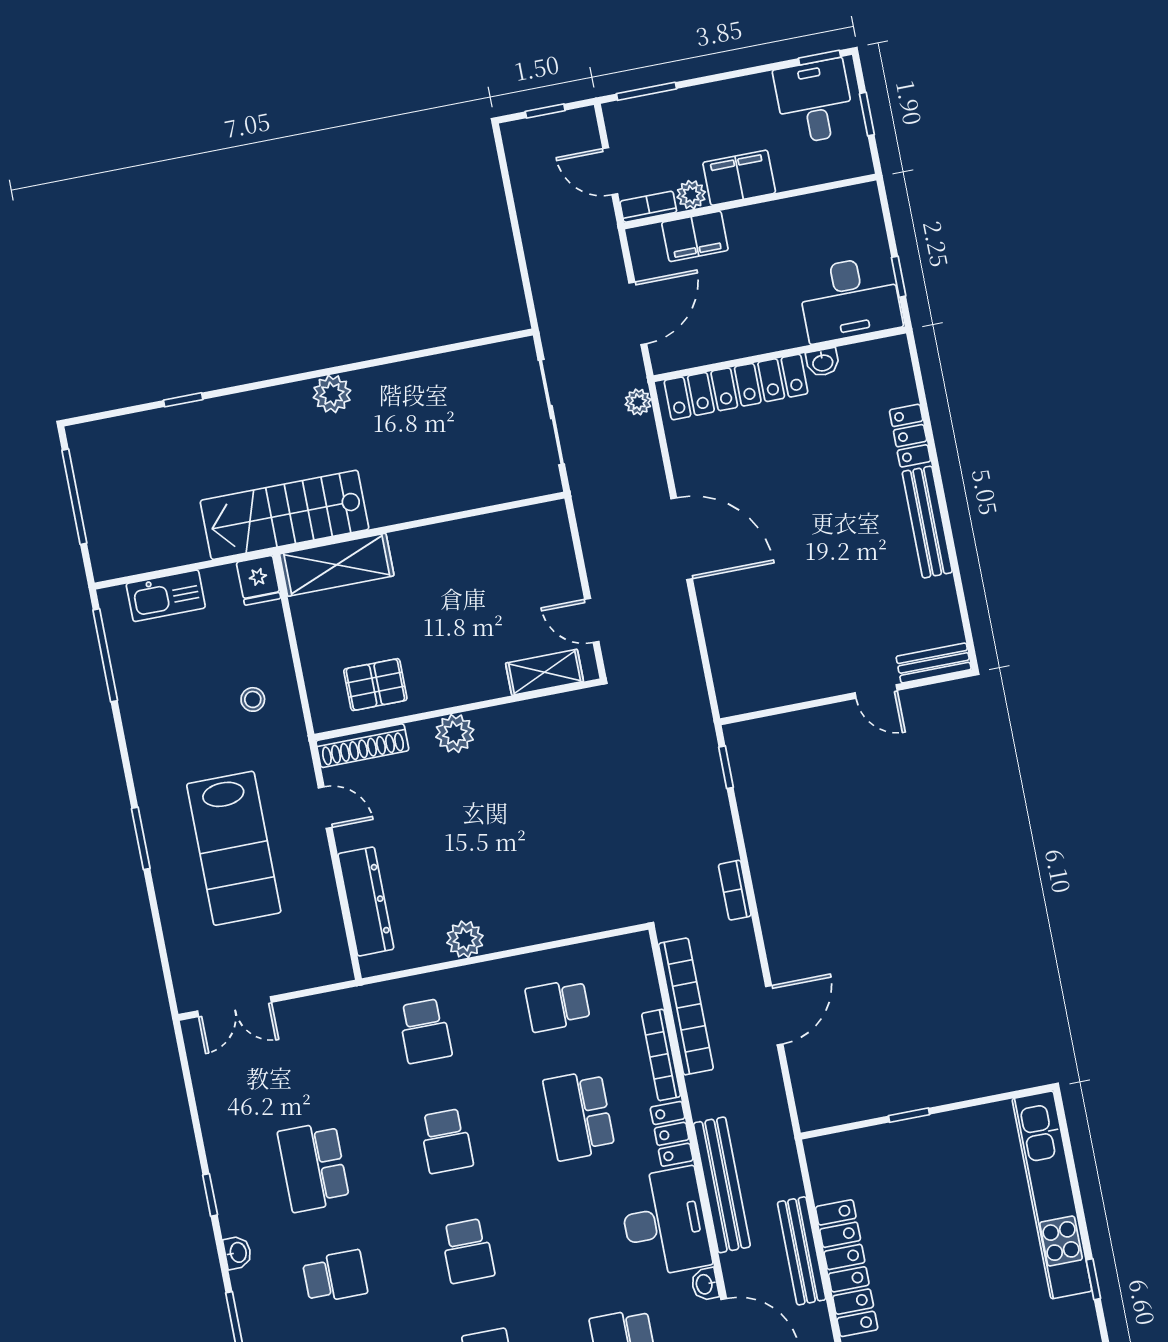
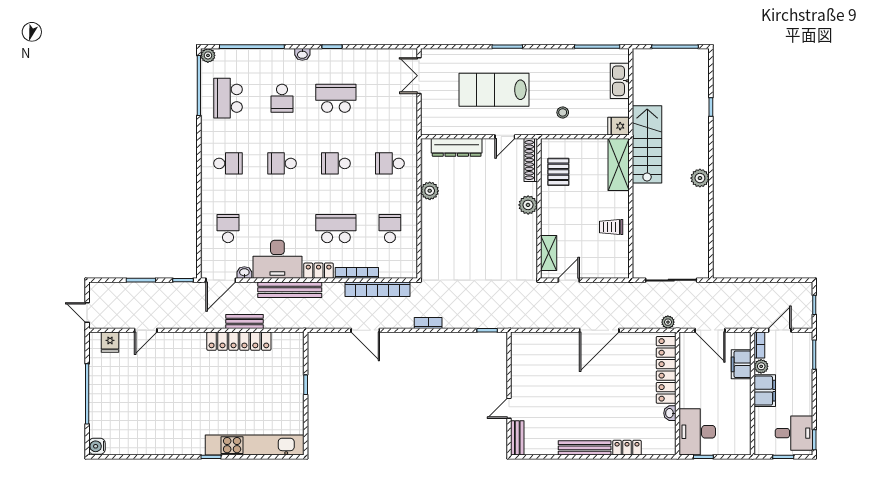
trolley: (467, 555) -> (611, 227), added
bench: (802, 1251) -> (244, 321), width x0.73

